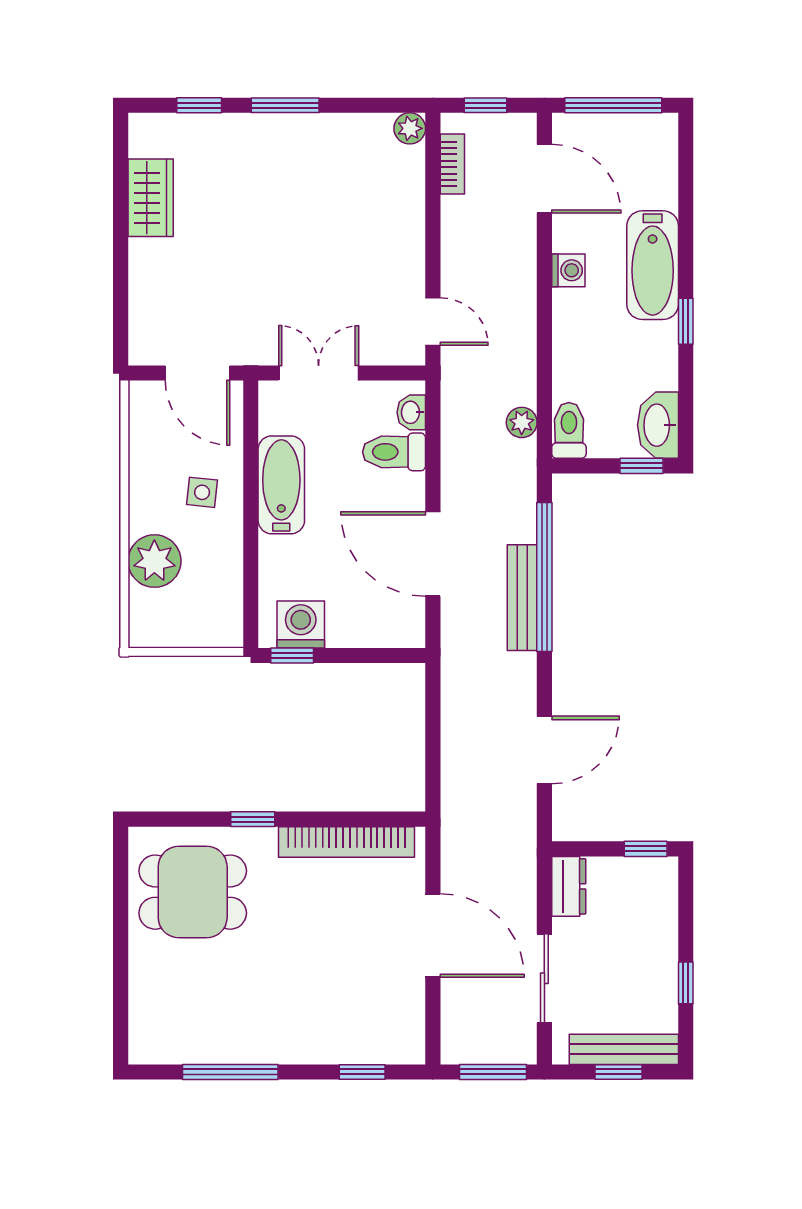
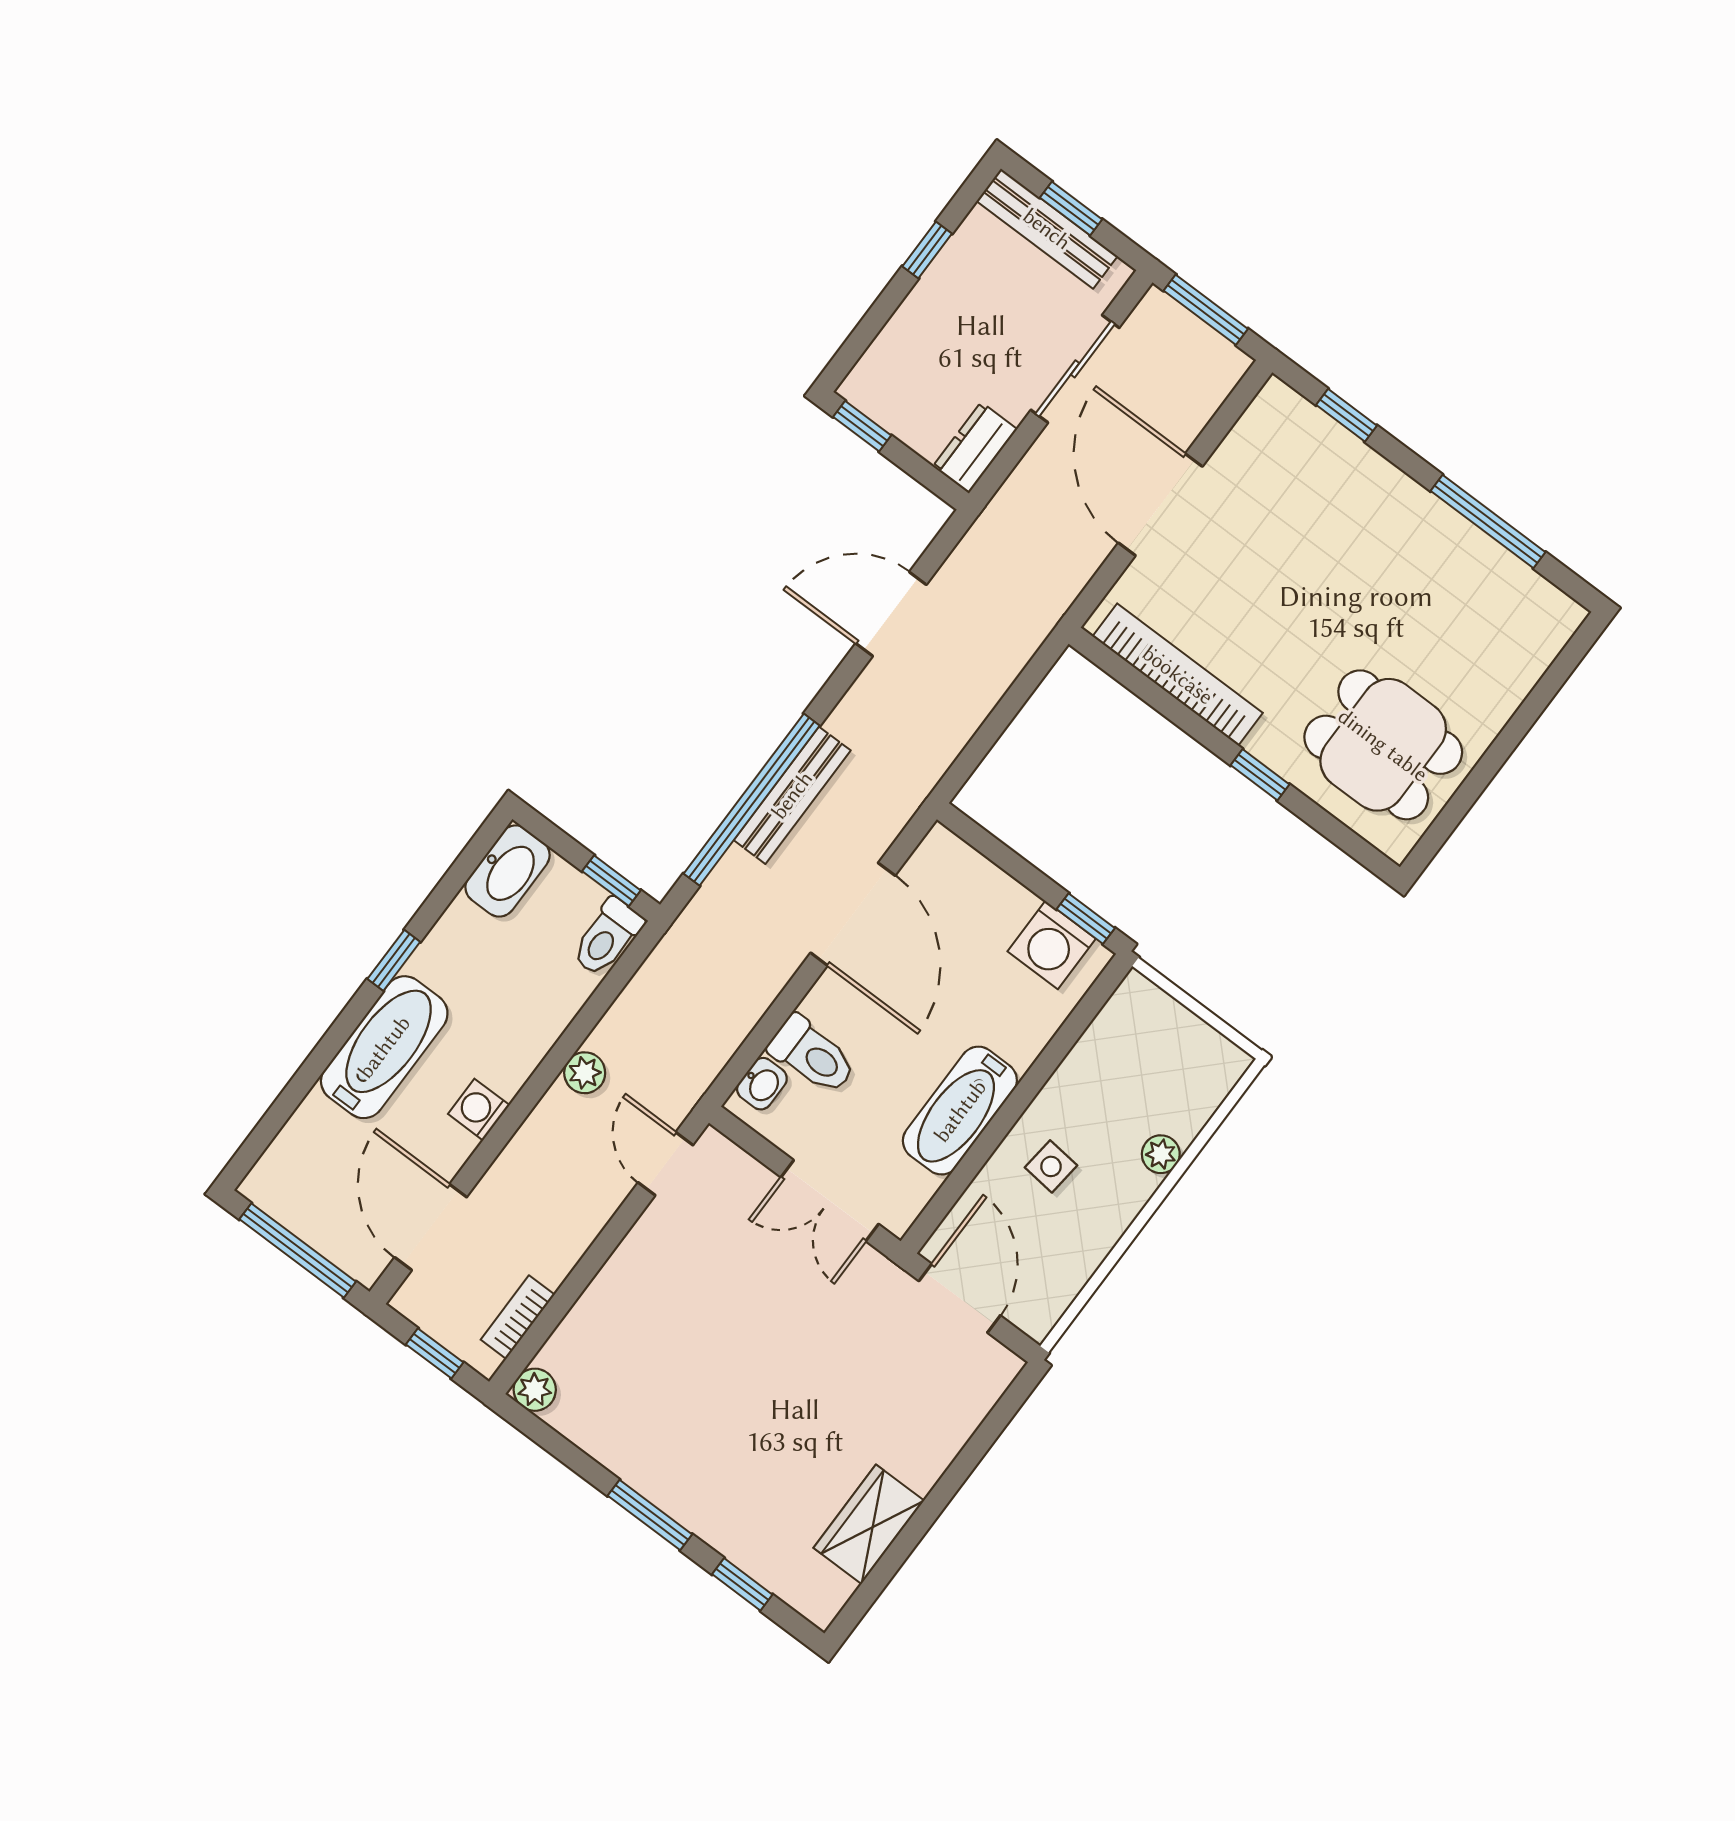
plant: (522, 422) -> (585, 1073), moved
window: (642, 466) -> (611, 881), moved
plant: (154, 561) -> (1161, 1154), width x0.53, depth x0.53

